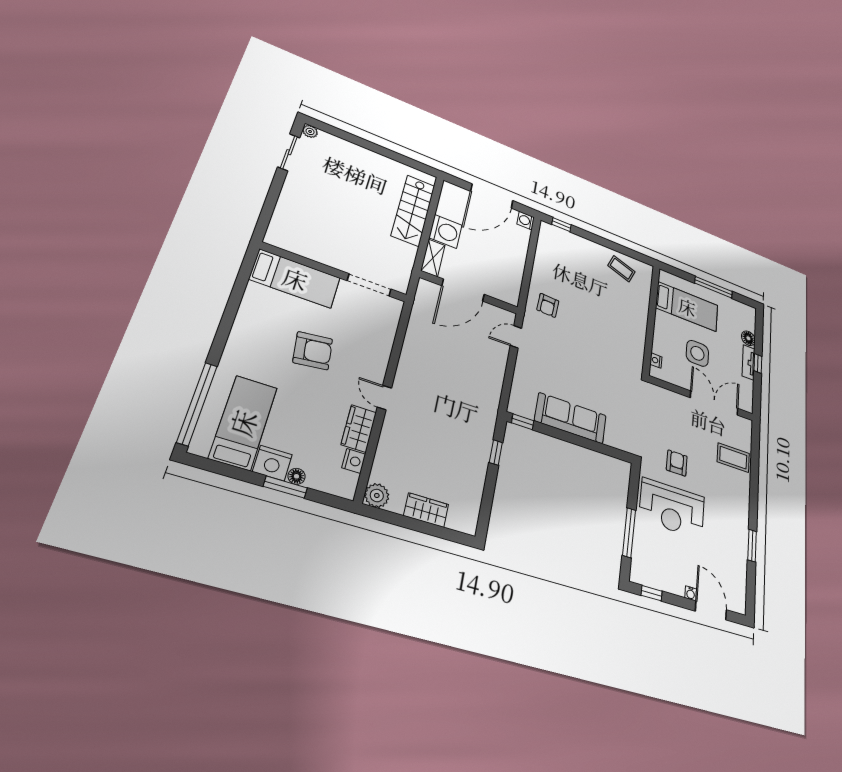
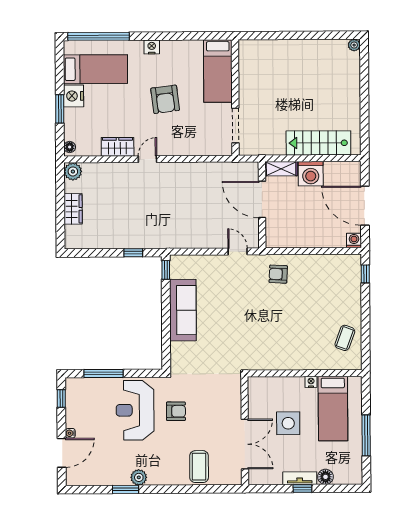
sliding door: (289, 152) -> (326, 35), removed
nightstand: (656, 360) -> (311, 382), moved
nightstand: (354, 461) -> (152, 47), moved, turned 180
floor lamp: (297, 476) -> (70, 147), moved
plant: (741, 527) -> (139, 477), added

